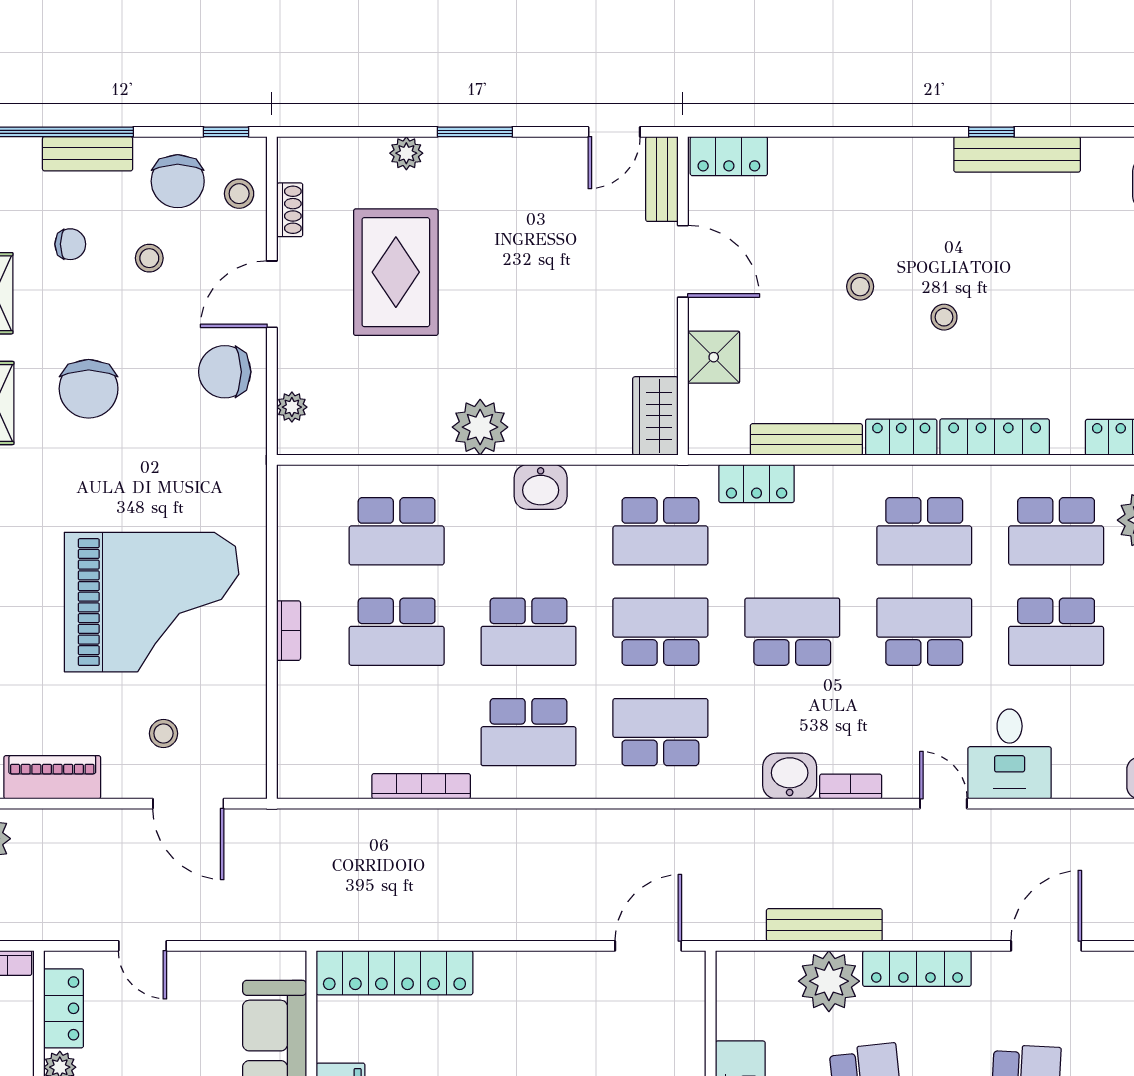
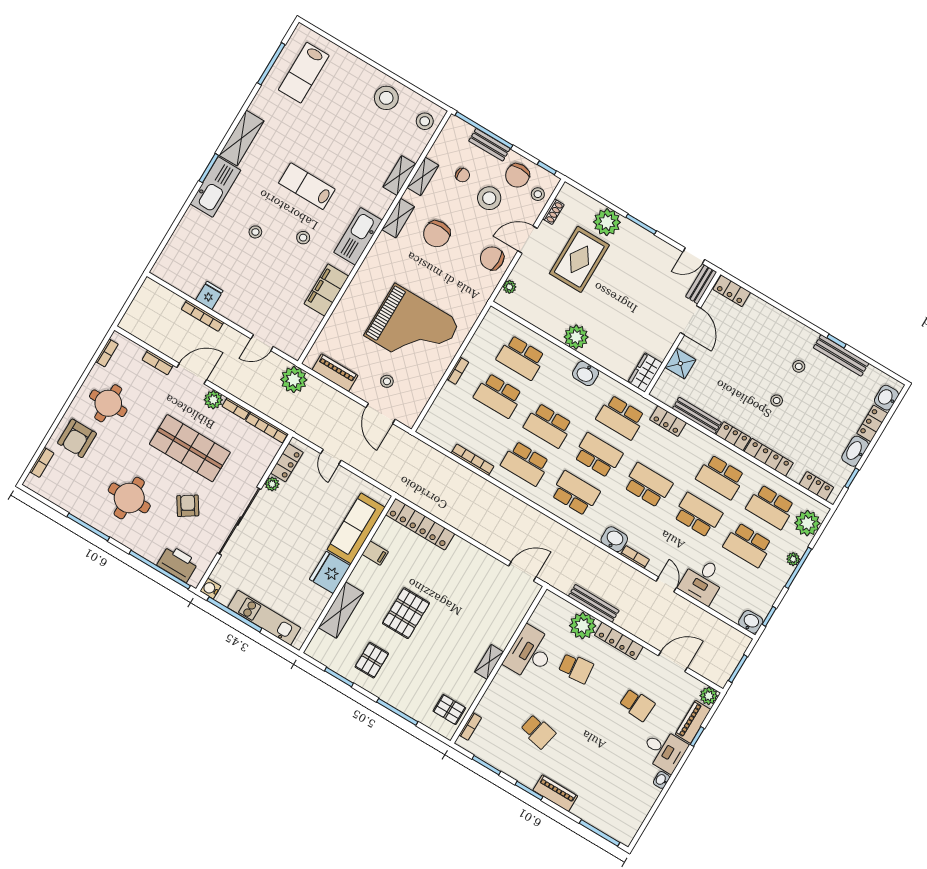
plant: (406, 153) -> (607, 222), width x1.88, depth x1.88
stool: (149, 258) -> (489, 198), width x1.89, depth x1.89
stool: (860, 287) -> (799, 366), moved

